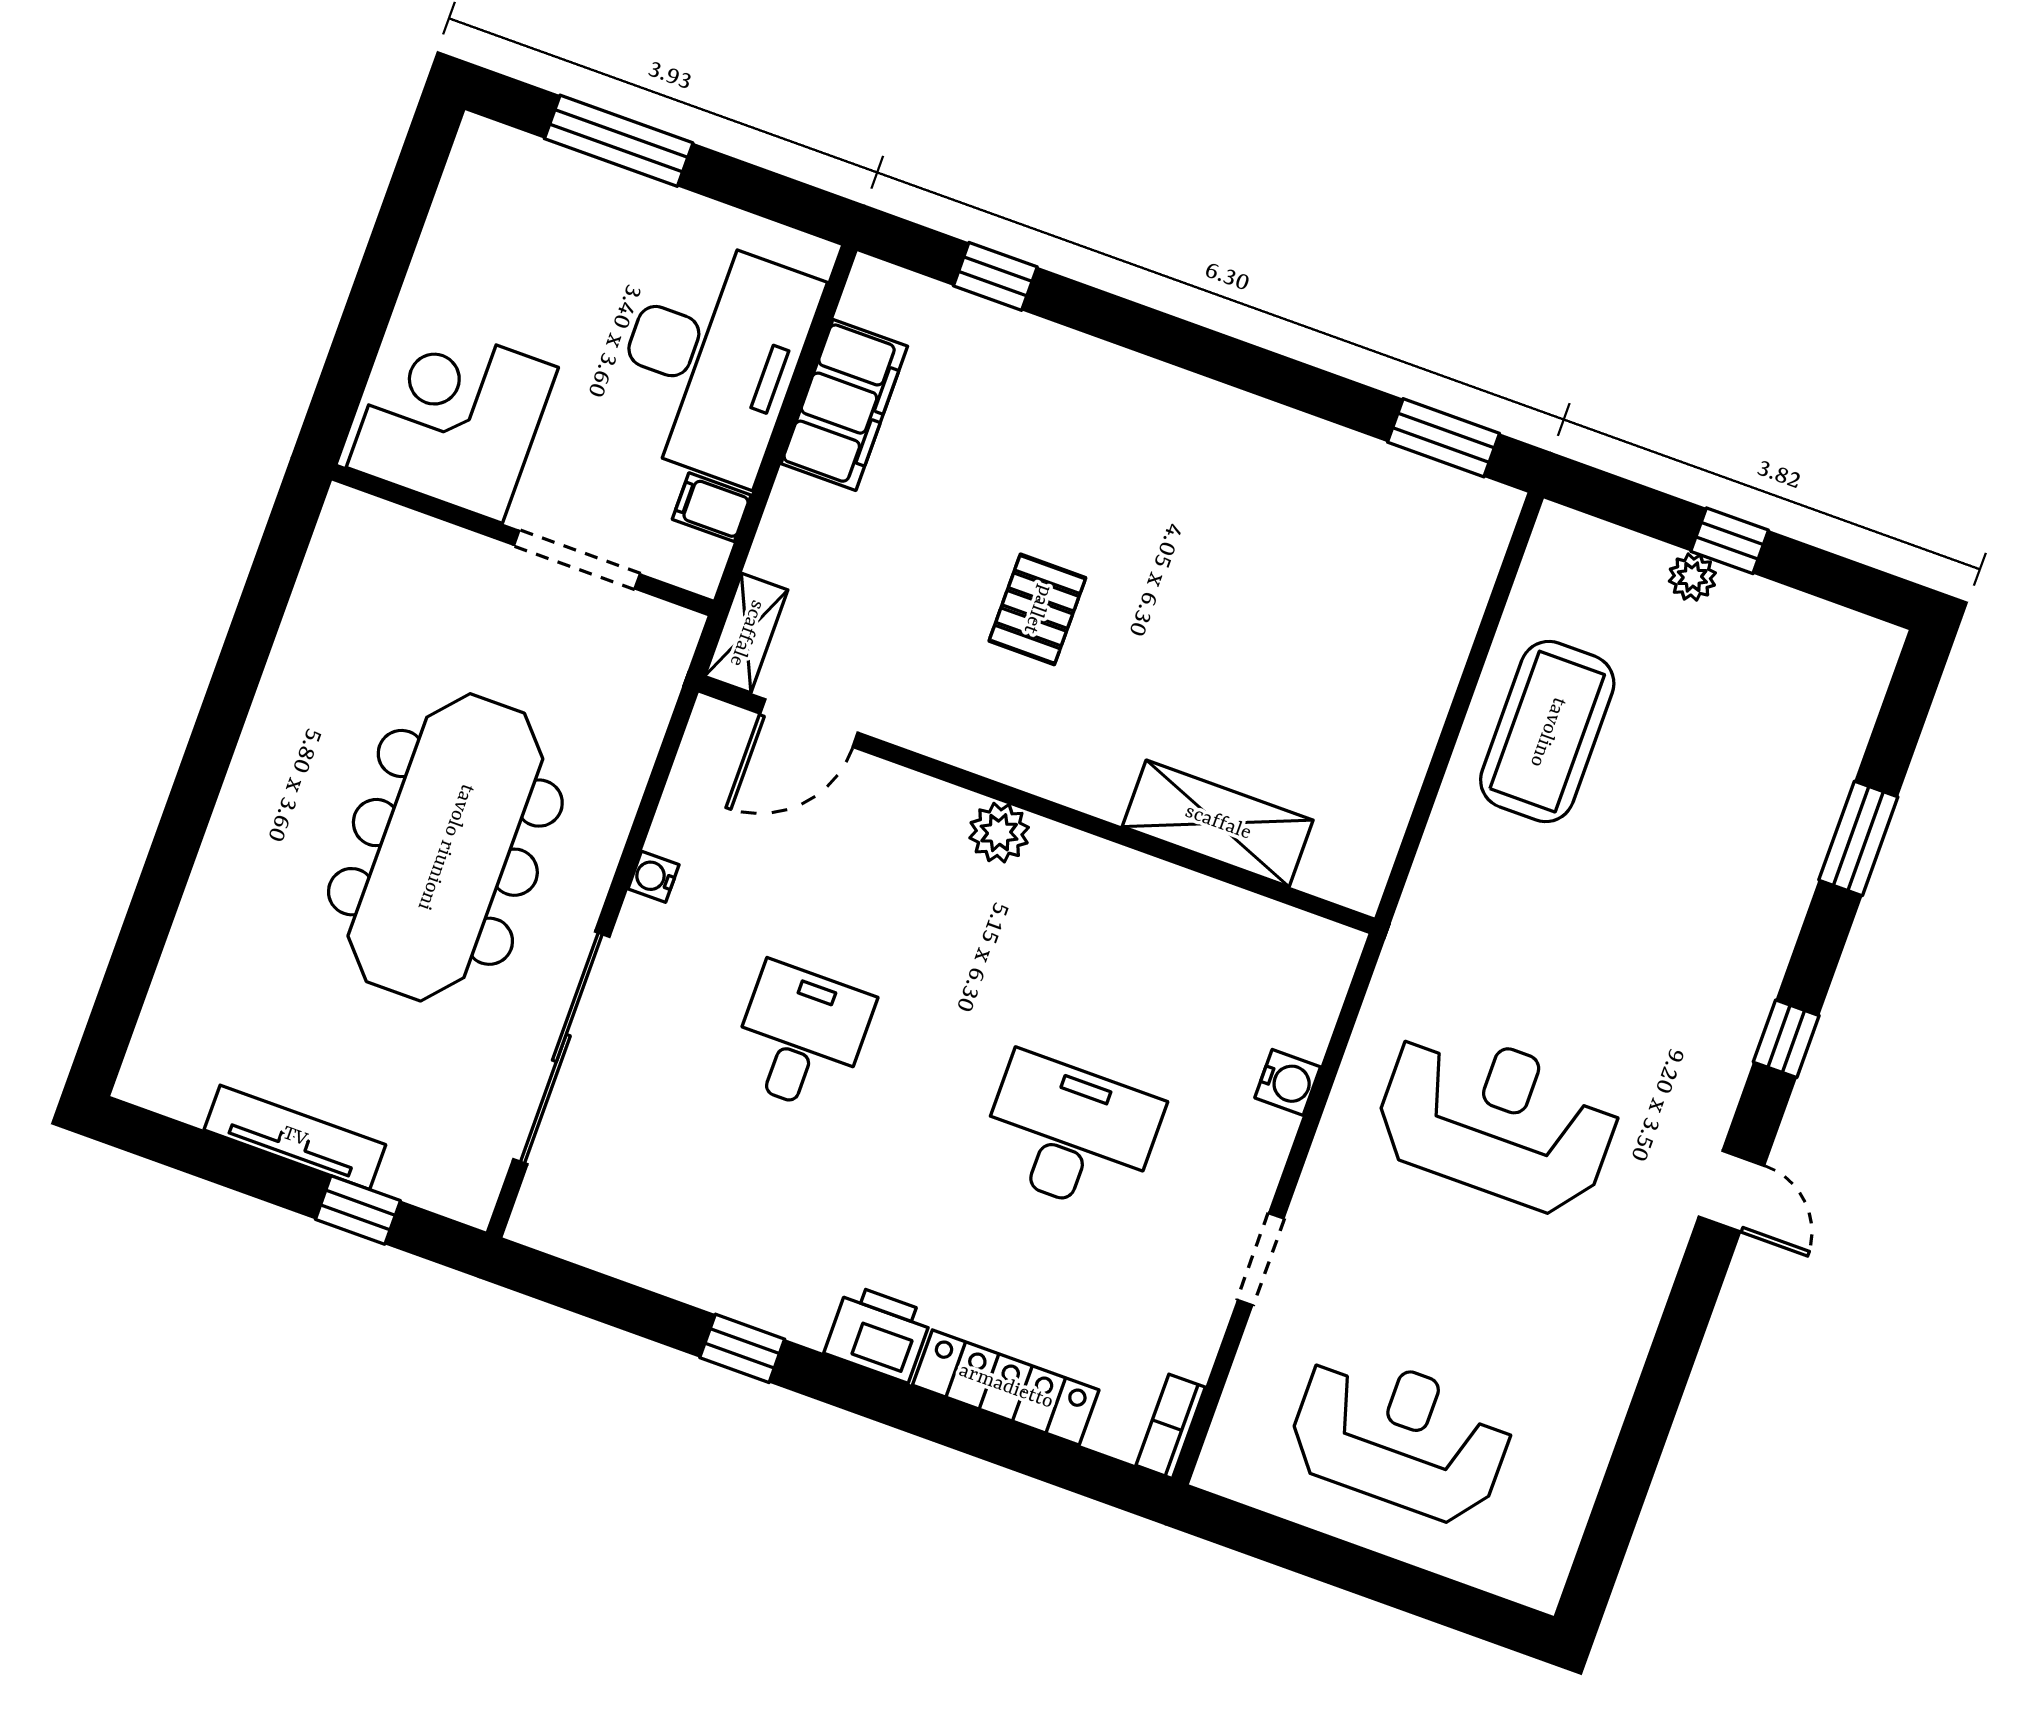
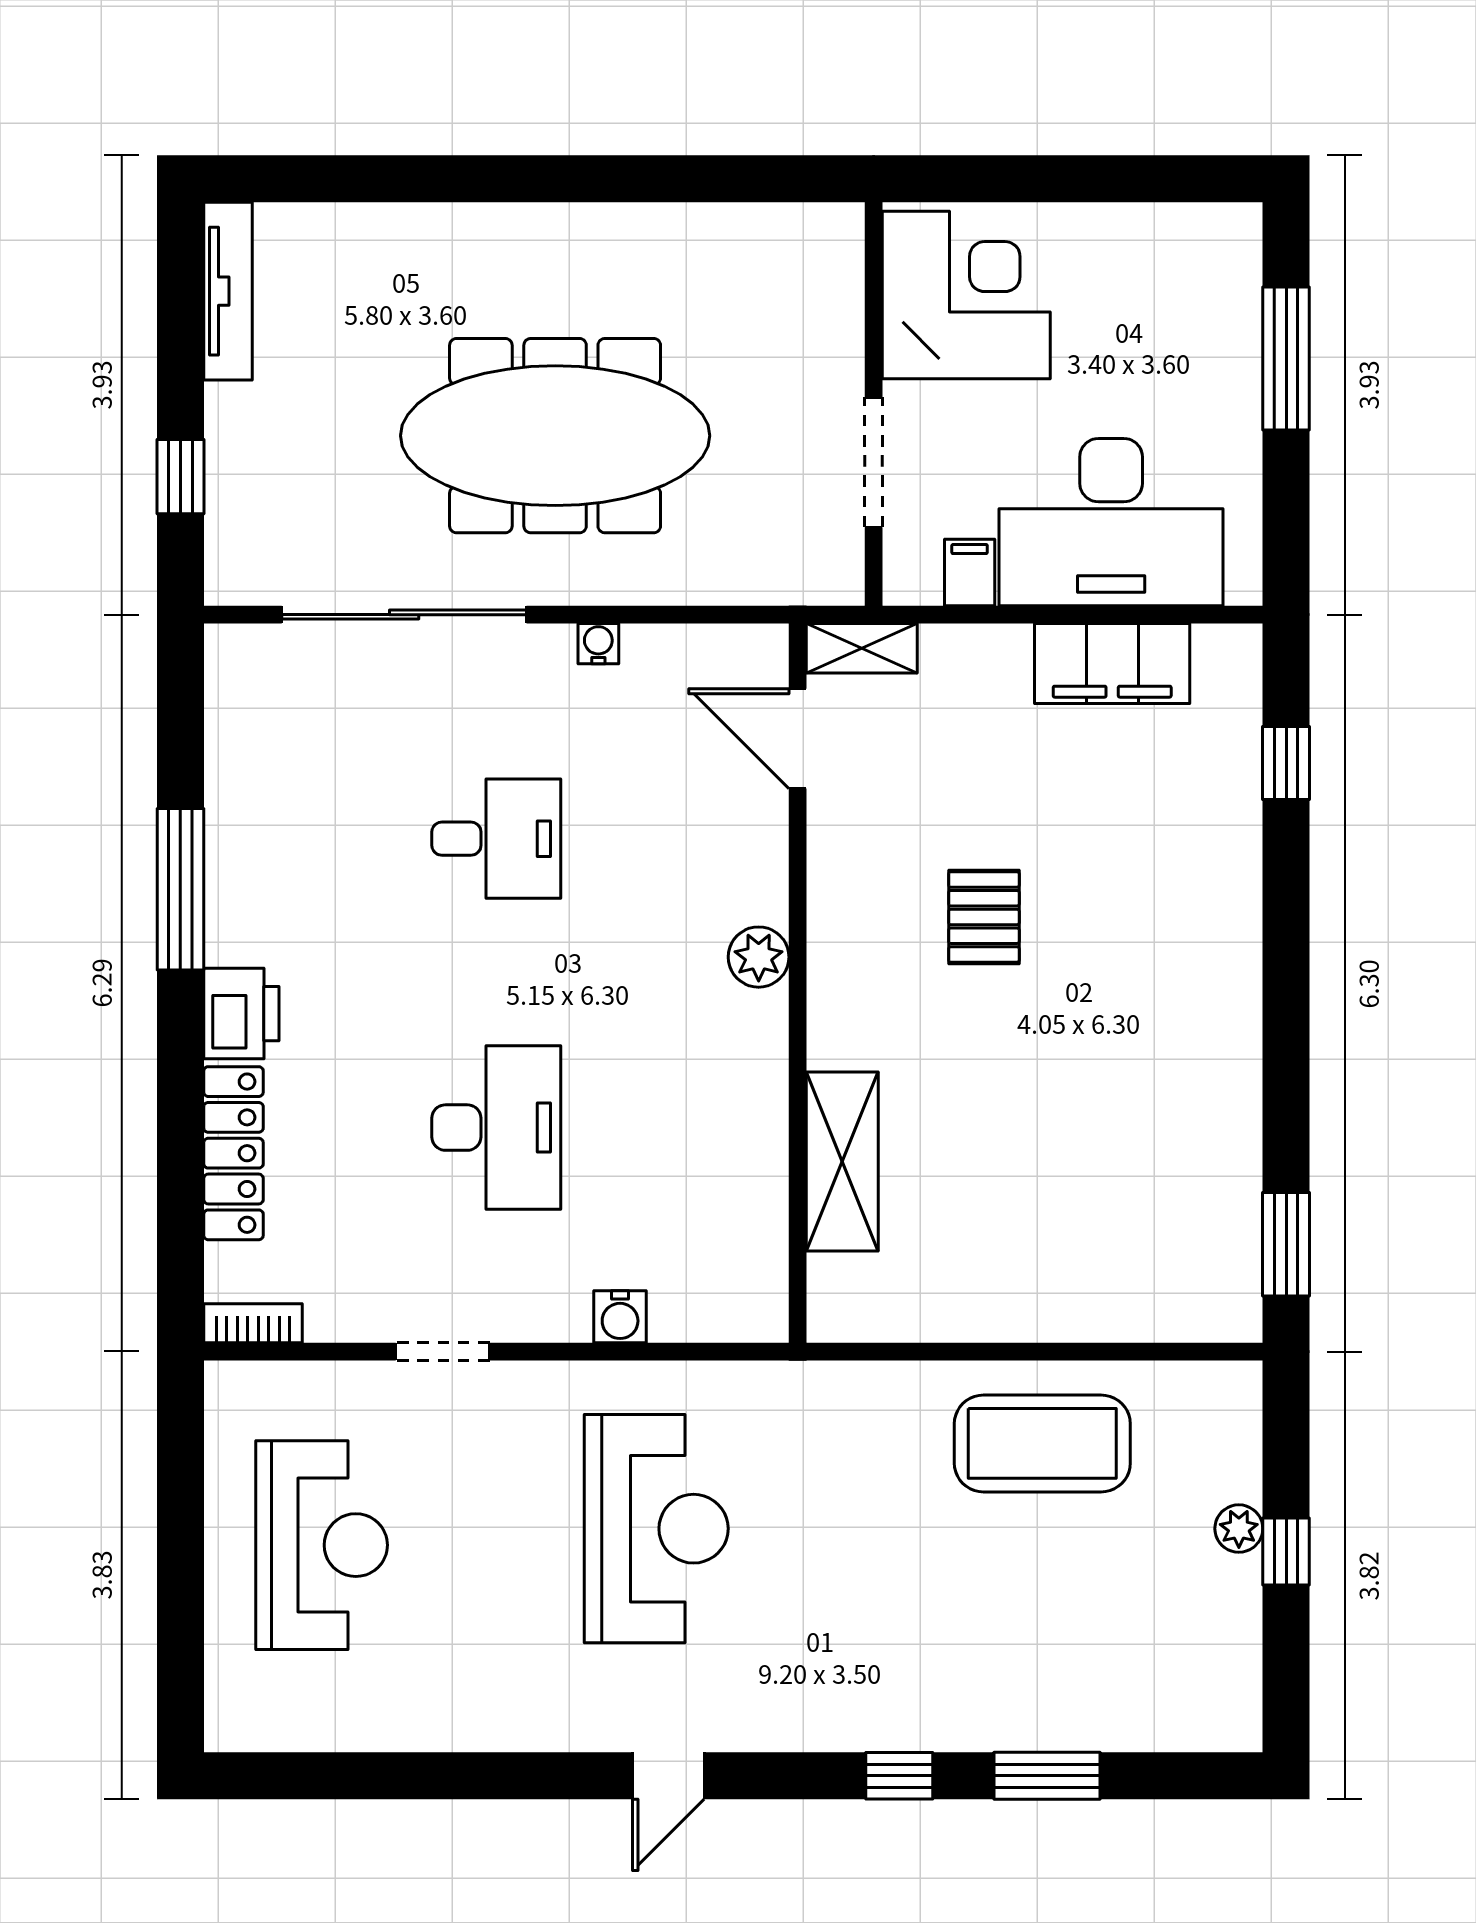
pallet: (1037, 609) -> (984, 917), turned 90
window: (1786, 1039) -> (899, 1776), moved
tv unit: (295, 1137) -> (228, 291), moved
window: (742, 1348) -> (180, 889), width x2.17

